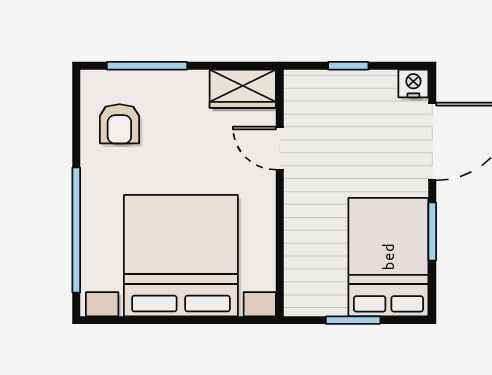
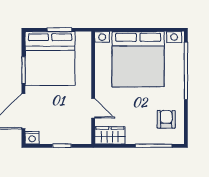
bed: (388, 257) -> (50, 59), width x1.36

